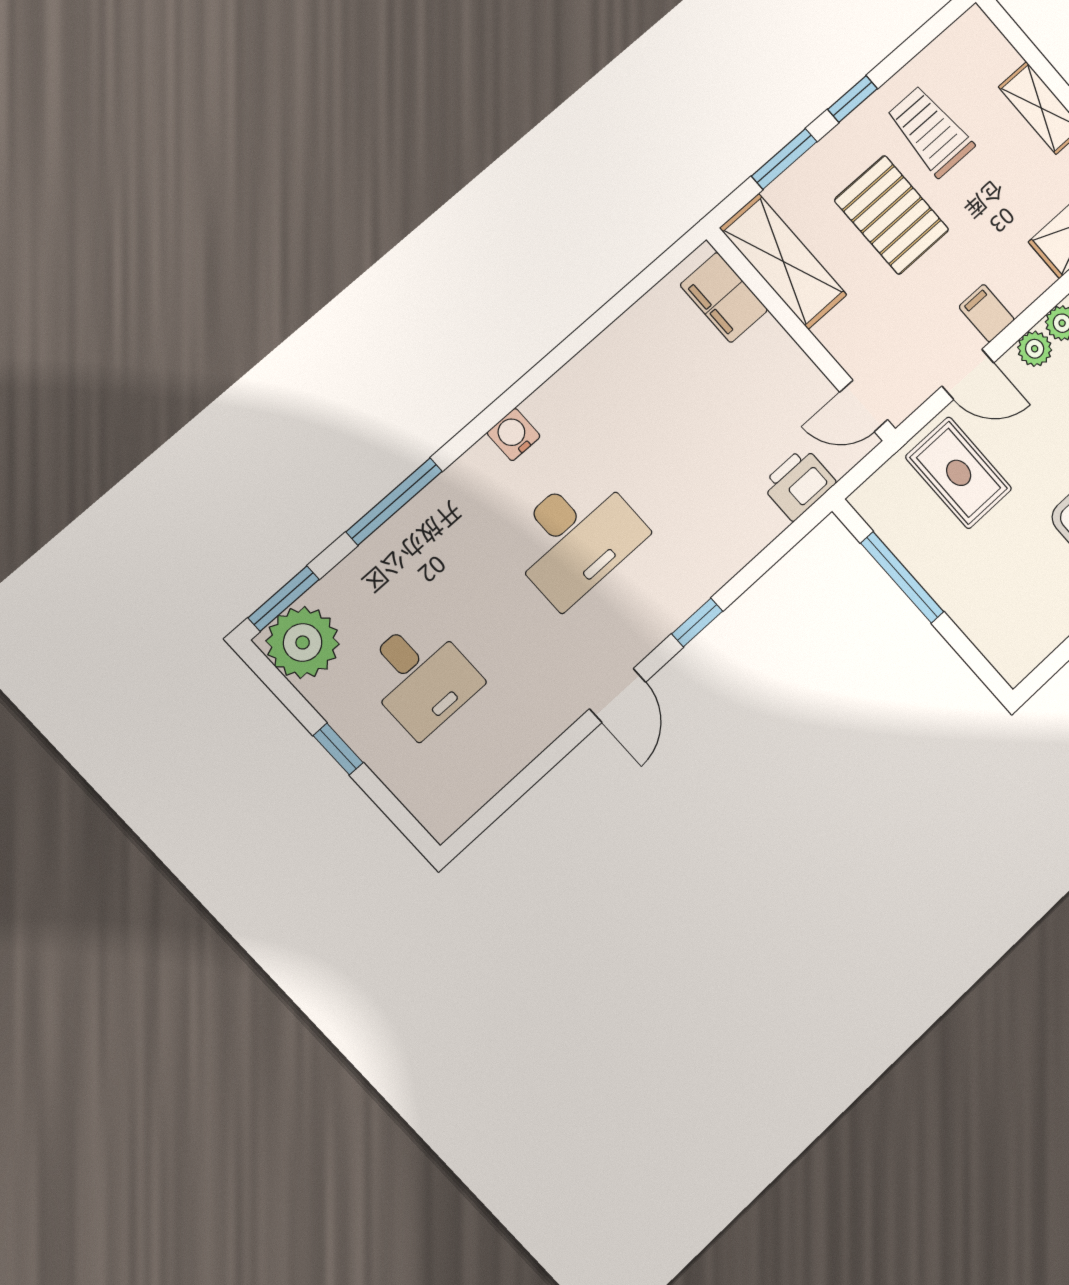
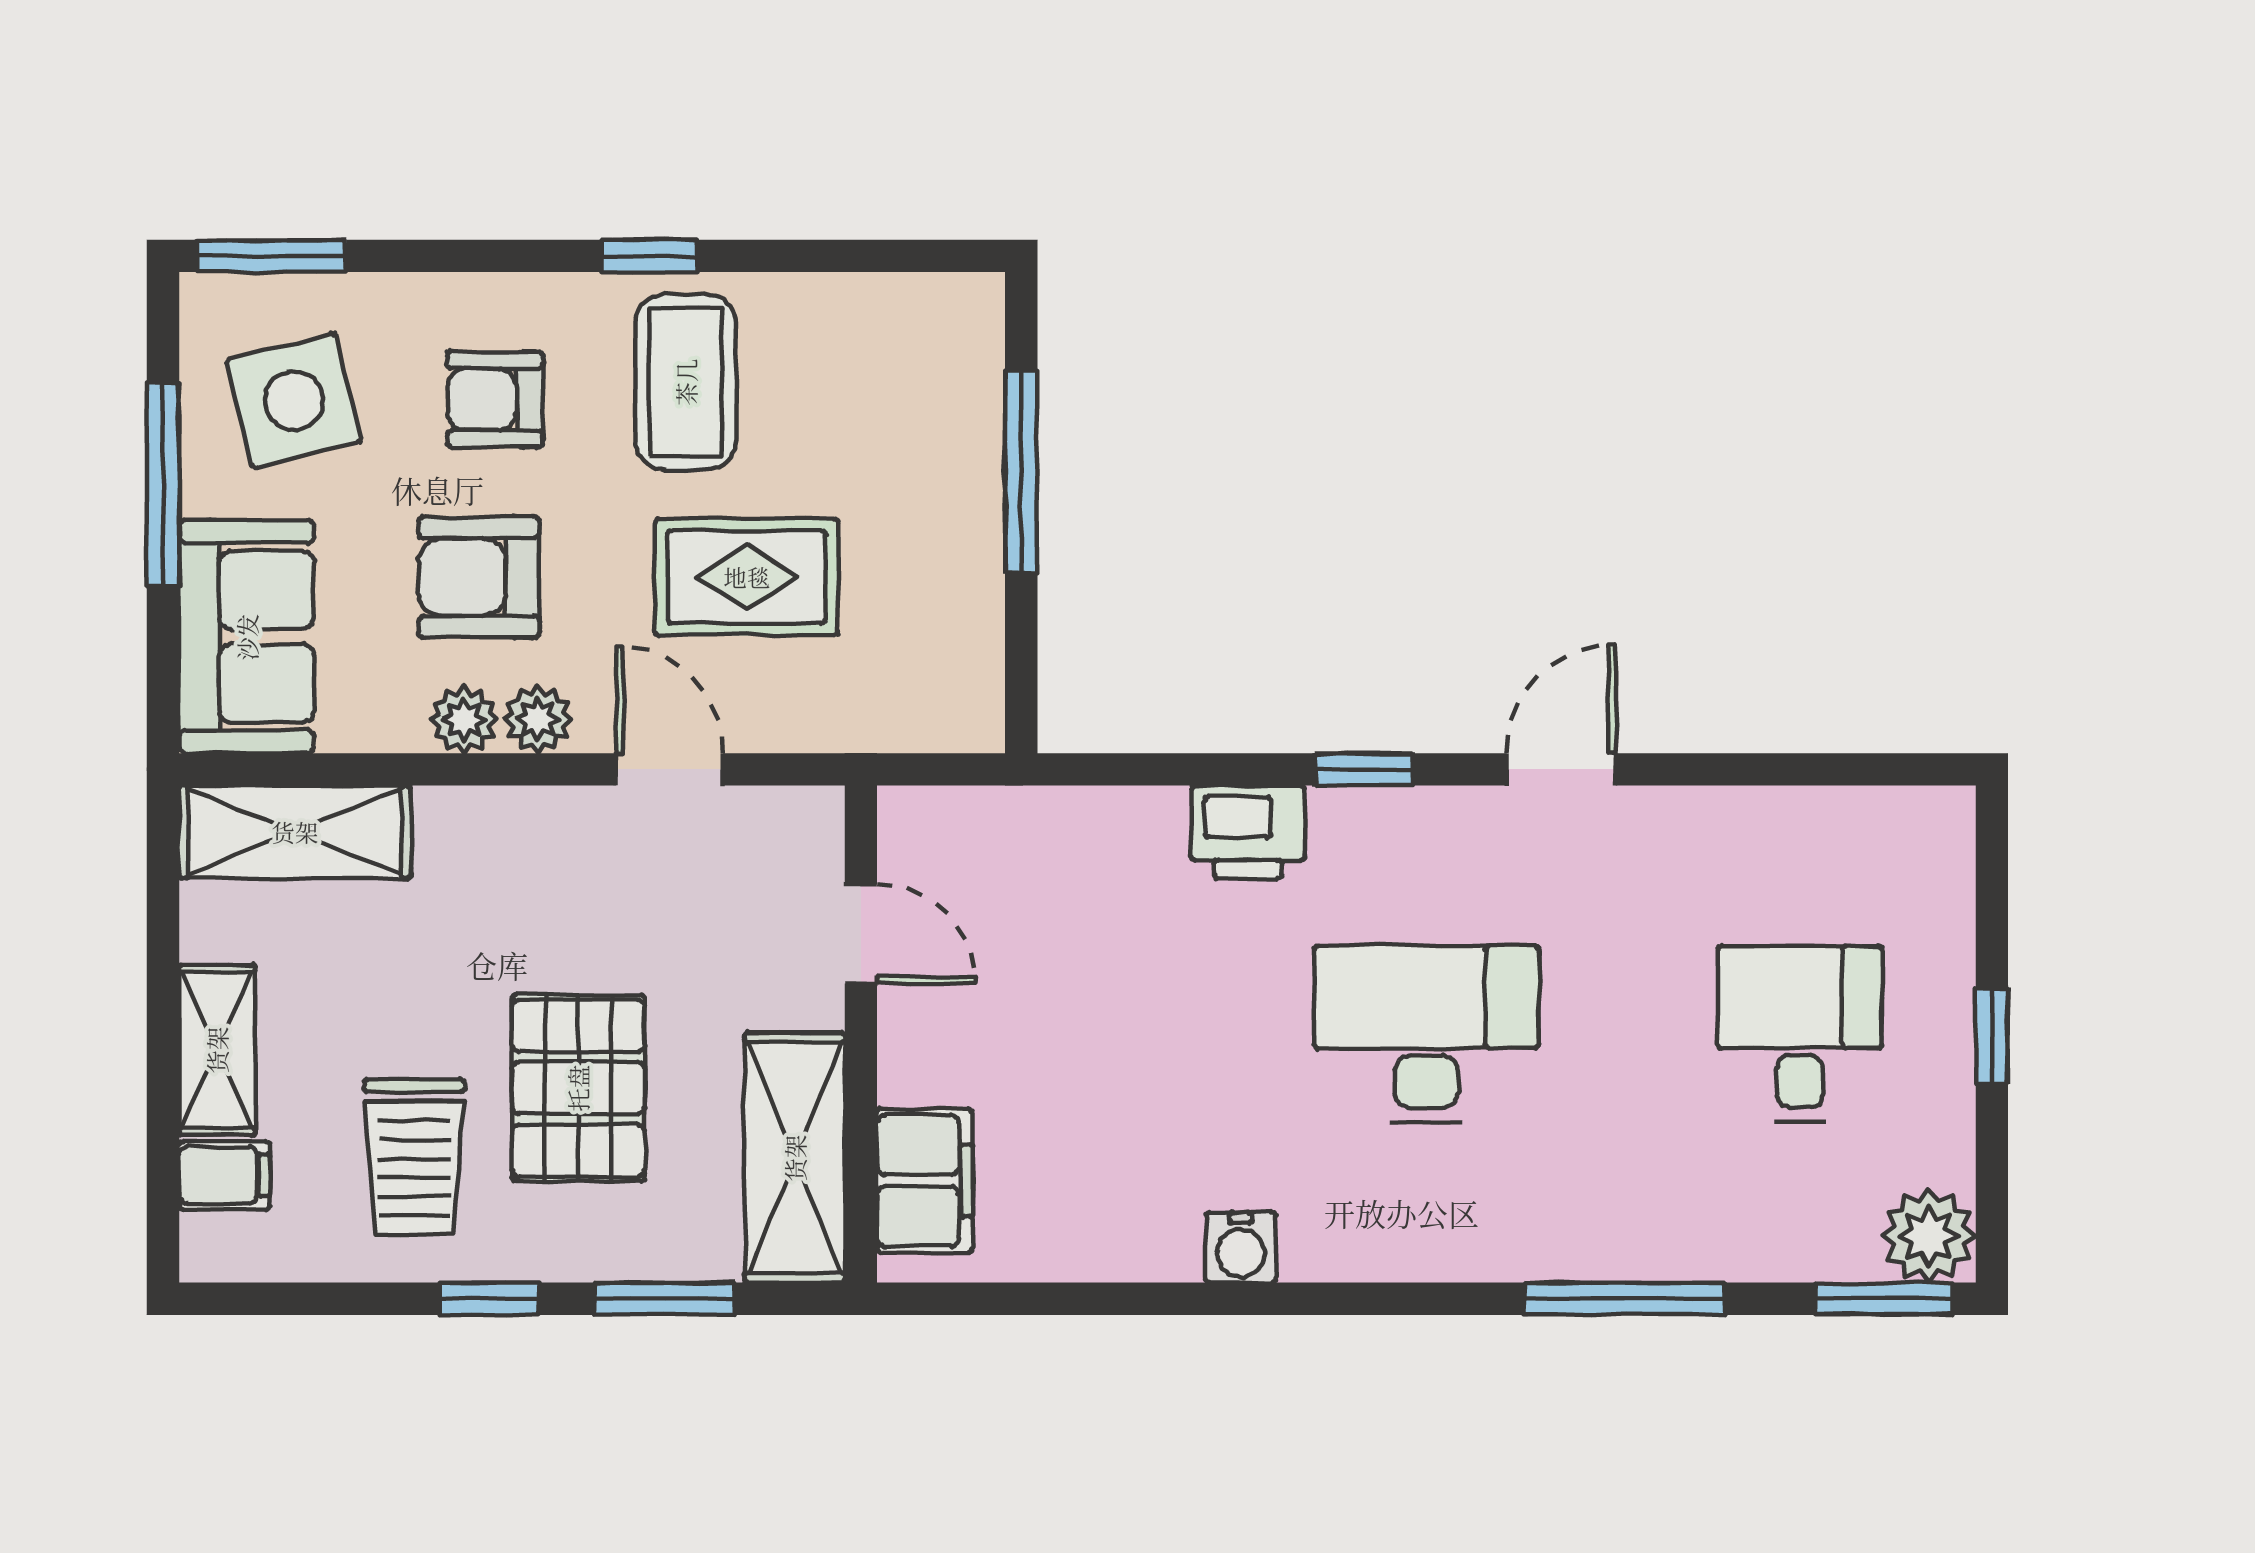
filing cabinet: (987, 313) -> (224, 1175), moved, turned -90
door: (864, 406) -> (861, 934), moved
water cooler: (514, 435) -> (1241, 1247), moved
rug: (959, 473) -> (747, 577), moved, turned 90
printer: (799, 484) -> (1248, 832), moved
window: (902, 577) -> (1021, 472), moved
plant: (303, 642) -> (1929, 1236), width x0.73, depth x0.73

